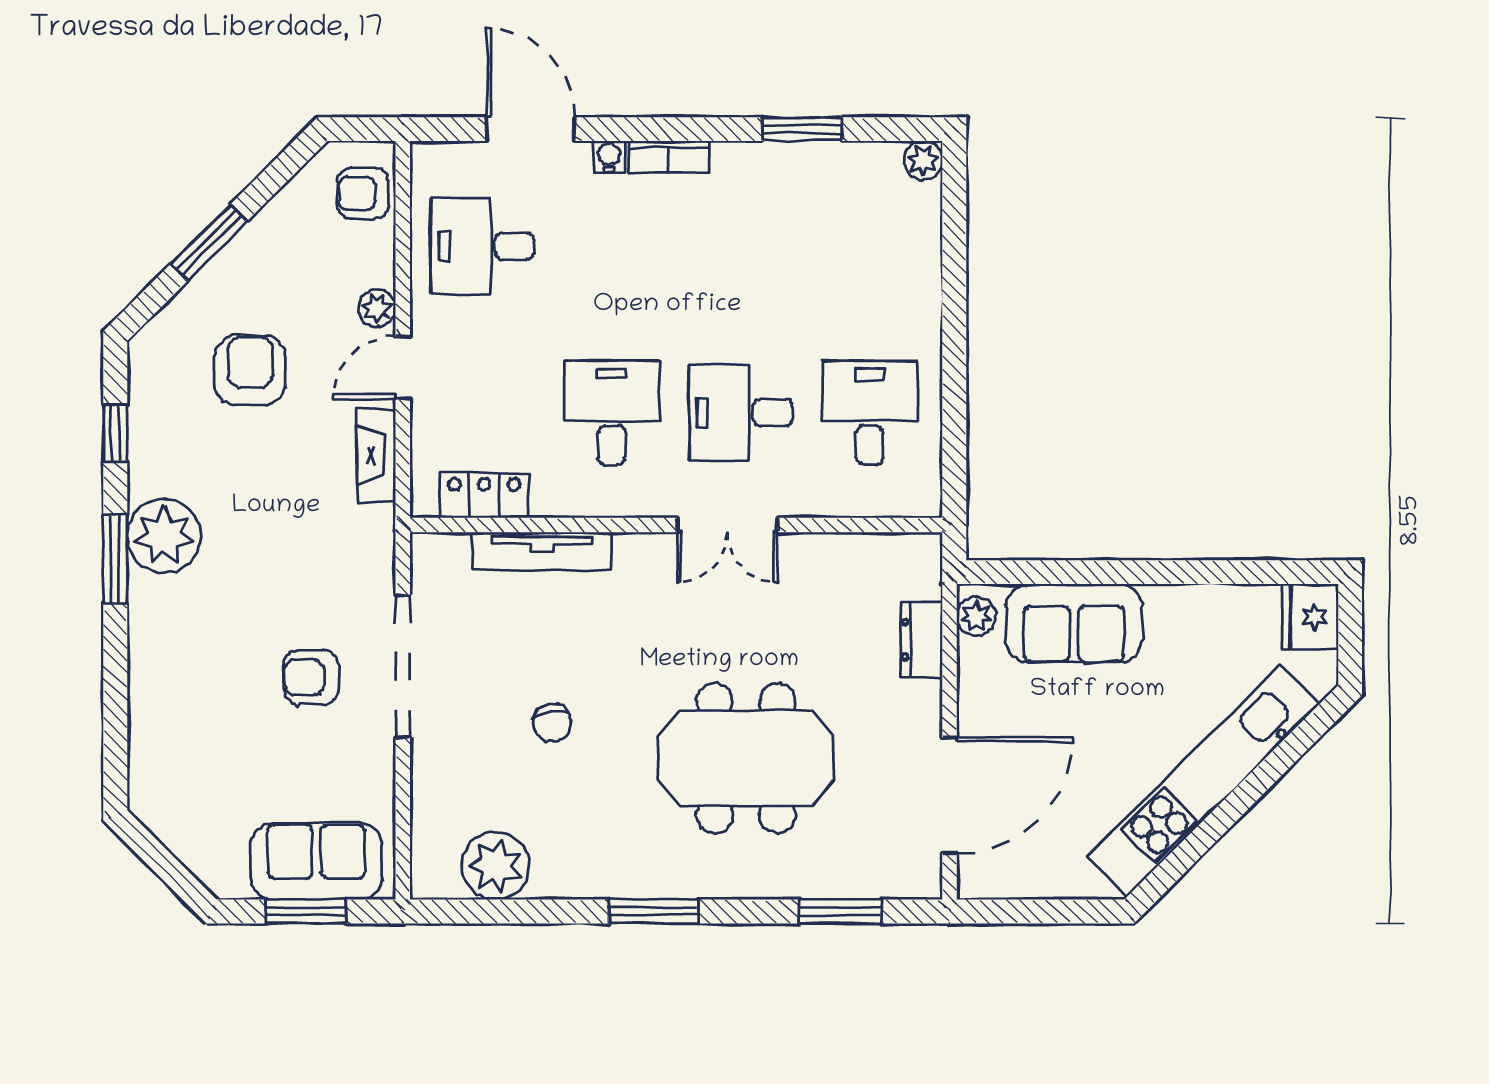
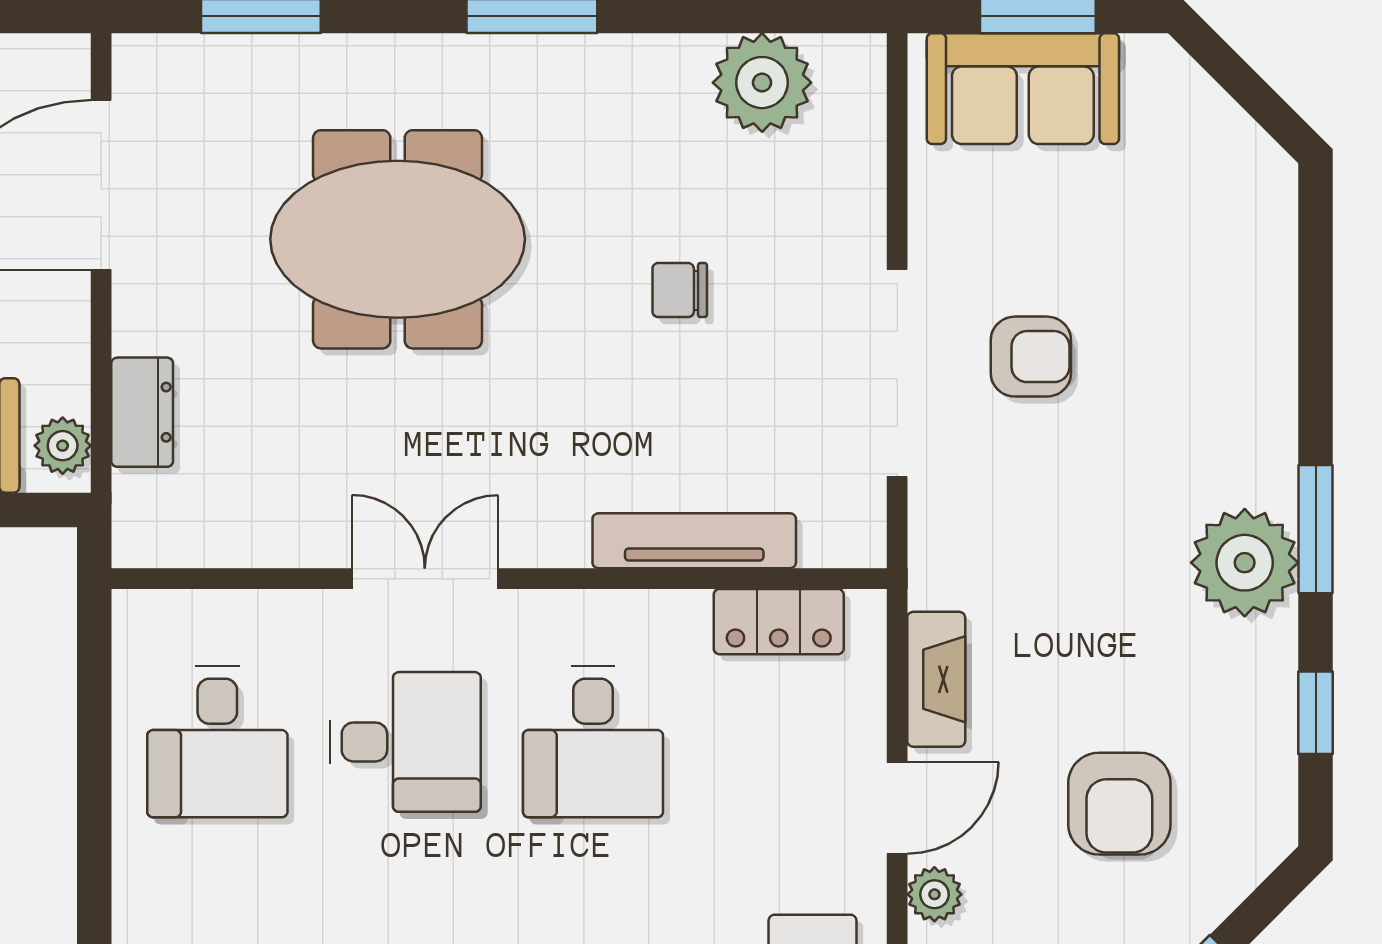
chair: (552, 723) -> (680, 290), turned -82

